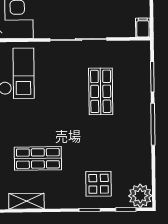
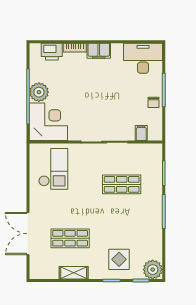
filing cabinet: (143, 28) -> (141, 133), moved
shop shelf: (101, 91) -> (122, 184), turned 90
shelving: (26, 201) -> (74, 273), moved

